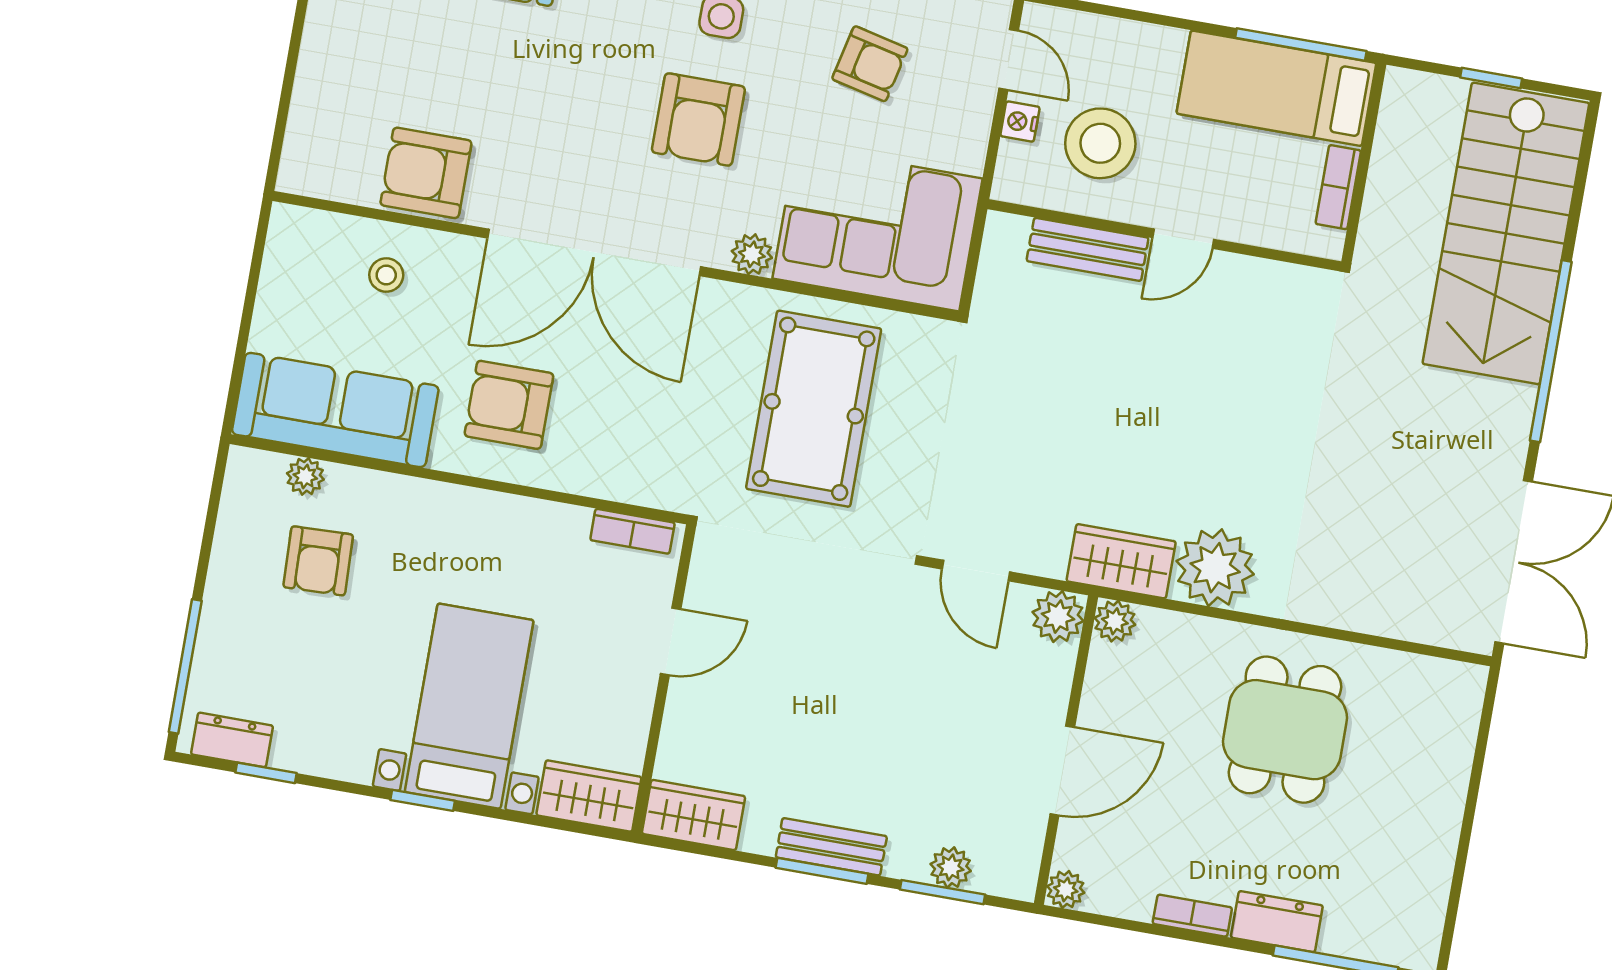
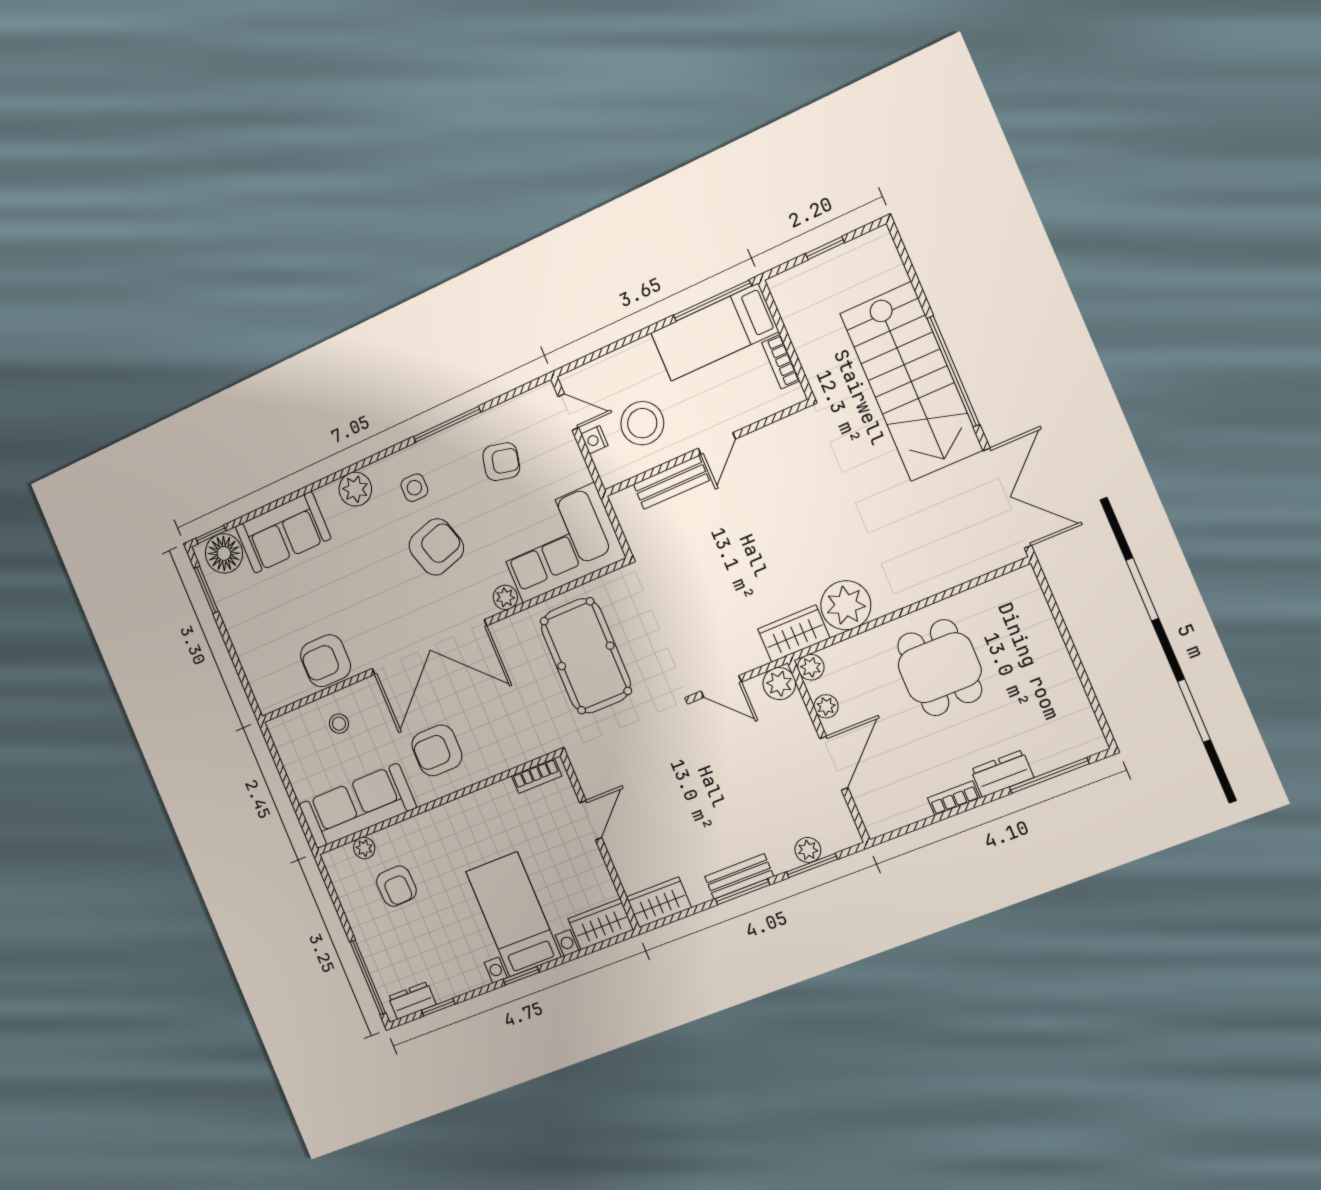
armchair: (698, 119) -> (436, 547), turned -107
stairs: (1506, 233) -> (911, 382), moved
plant: (1066, 889) -> (826, 706), moved

